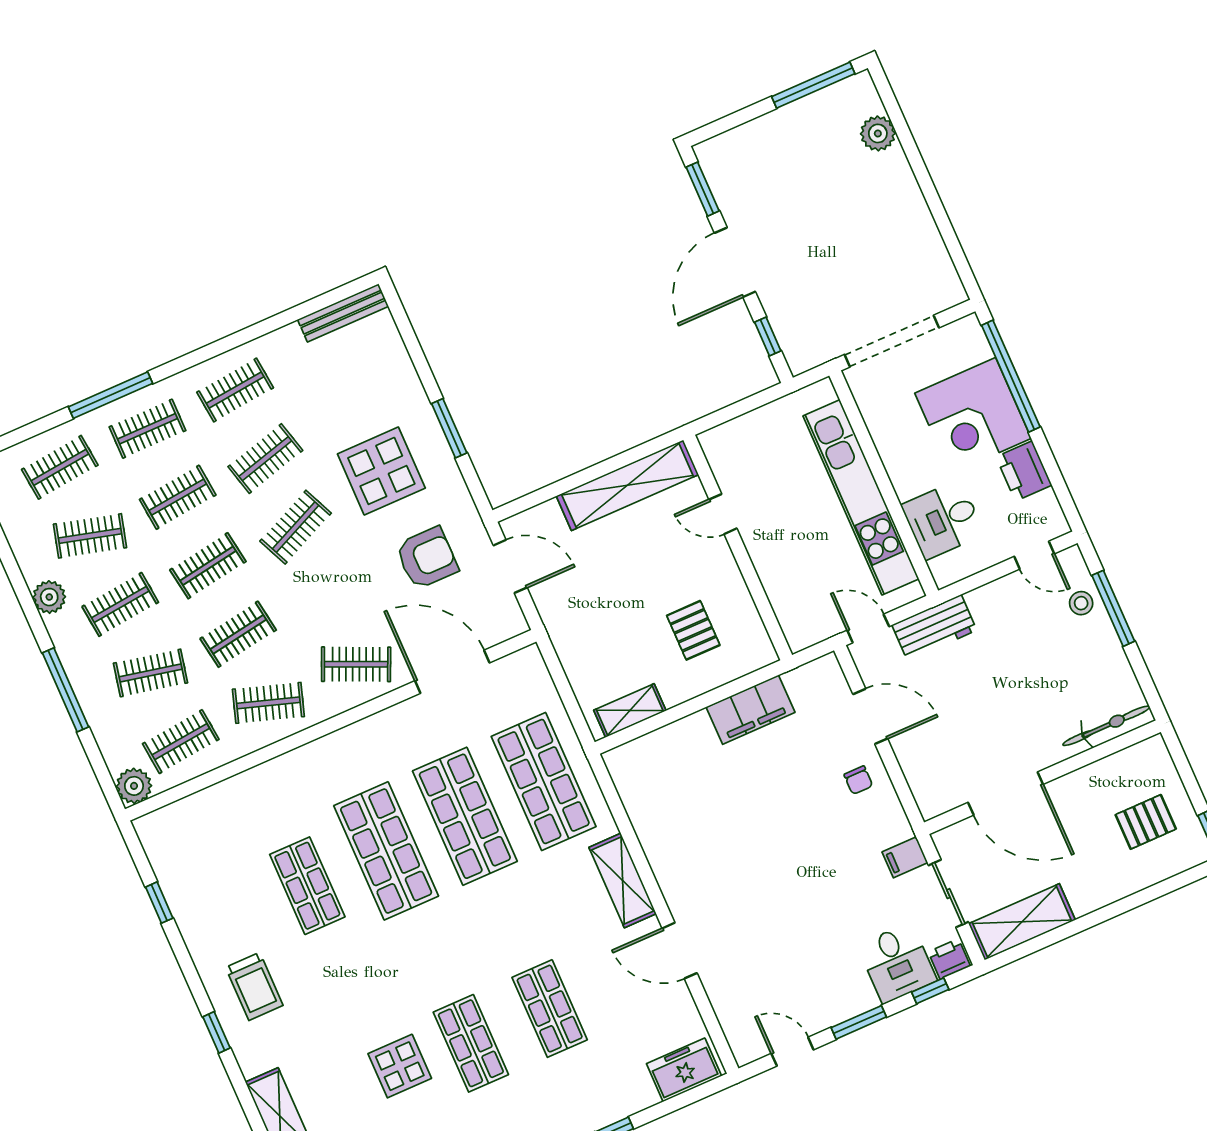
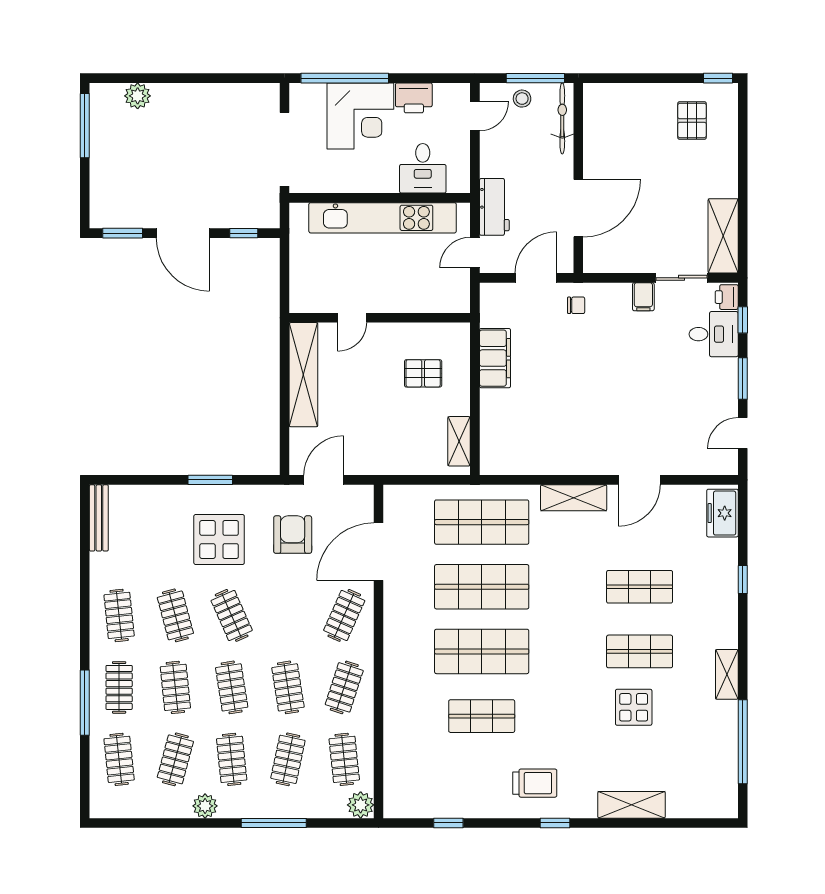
bicycle: (1106, 726) -> (562, 118), moved
wall: (1042, 777) -> (578, 178), moved
door: (1006, 793) -> (578, 208), moved

